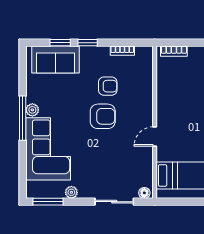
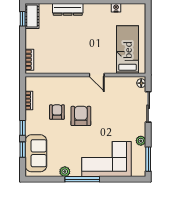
plant: (32, 110) -> (65, 172), moved

